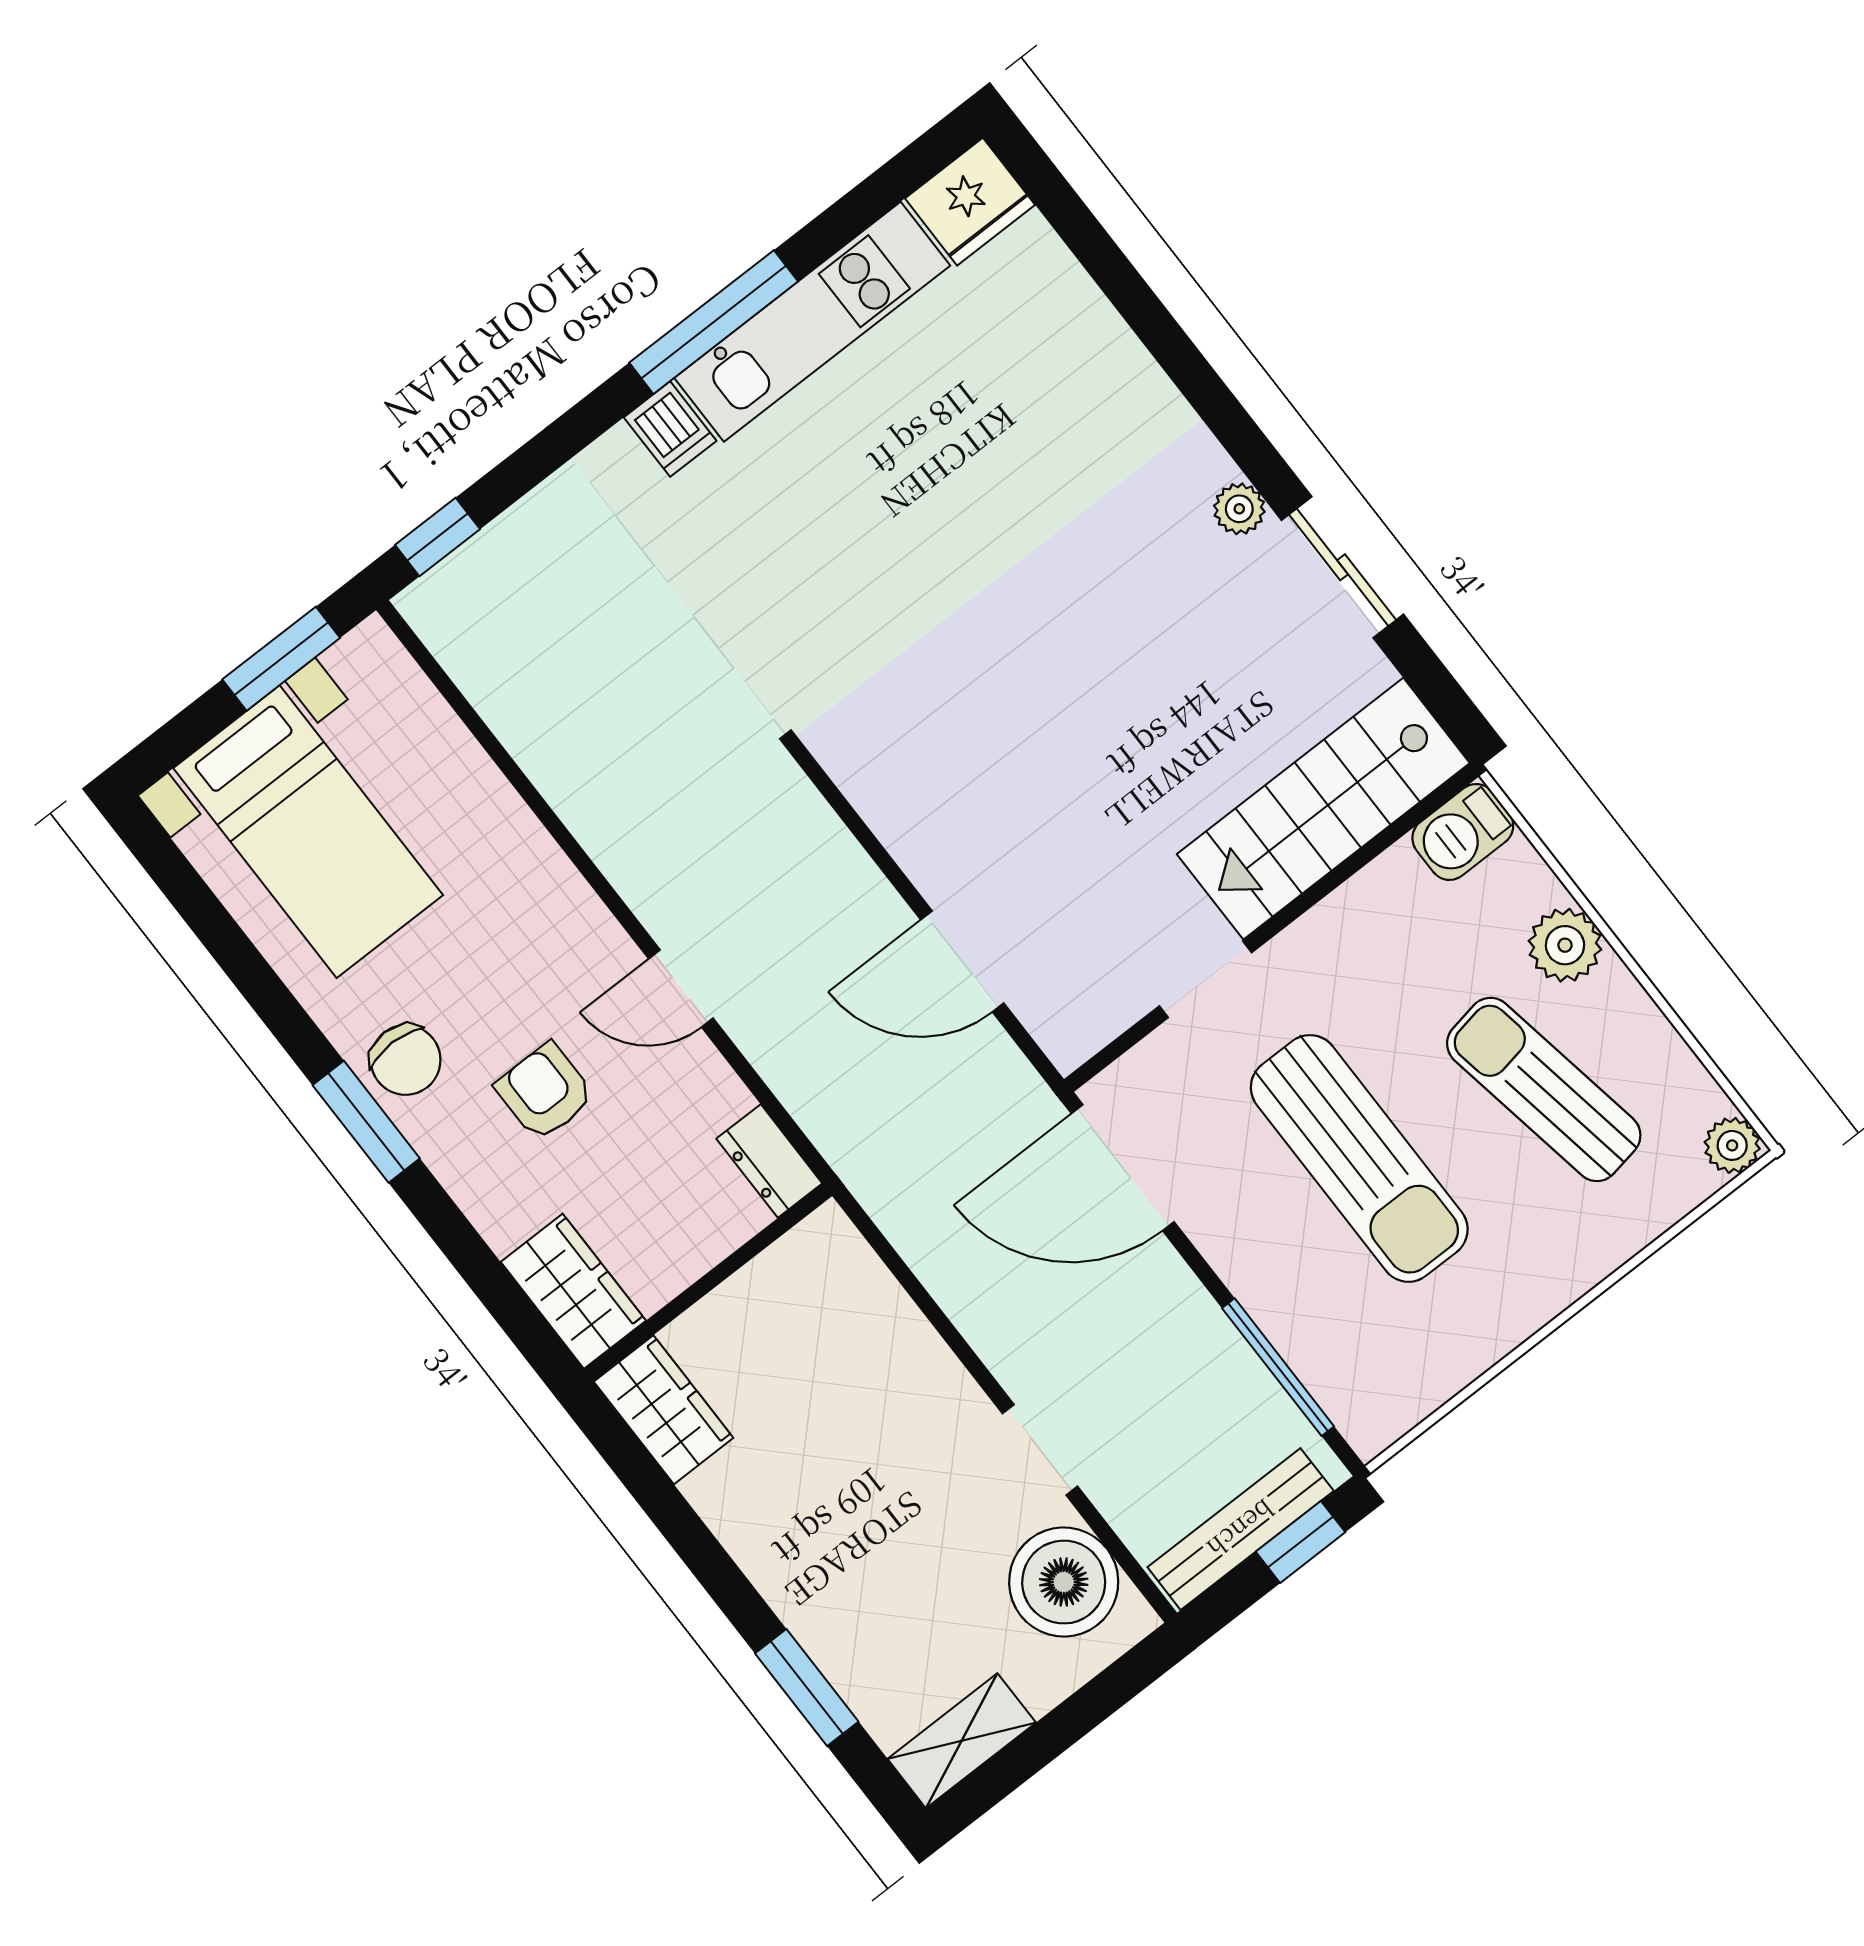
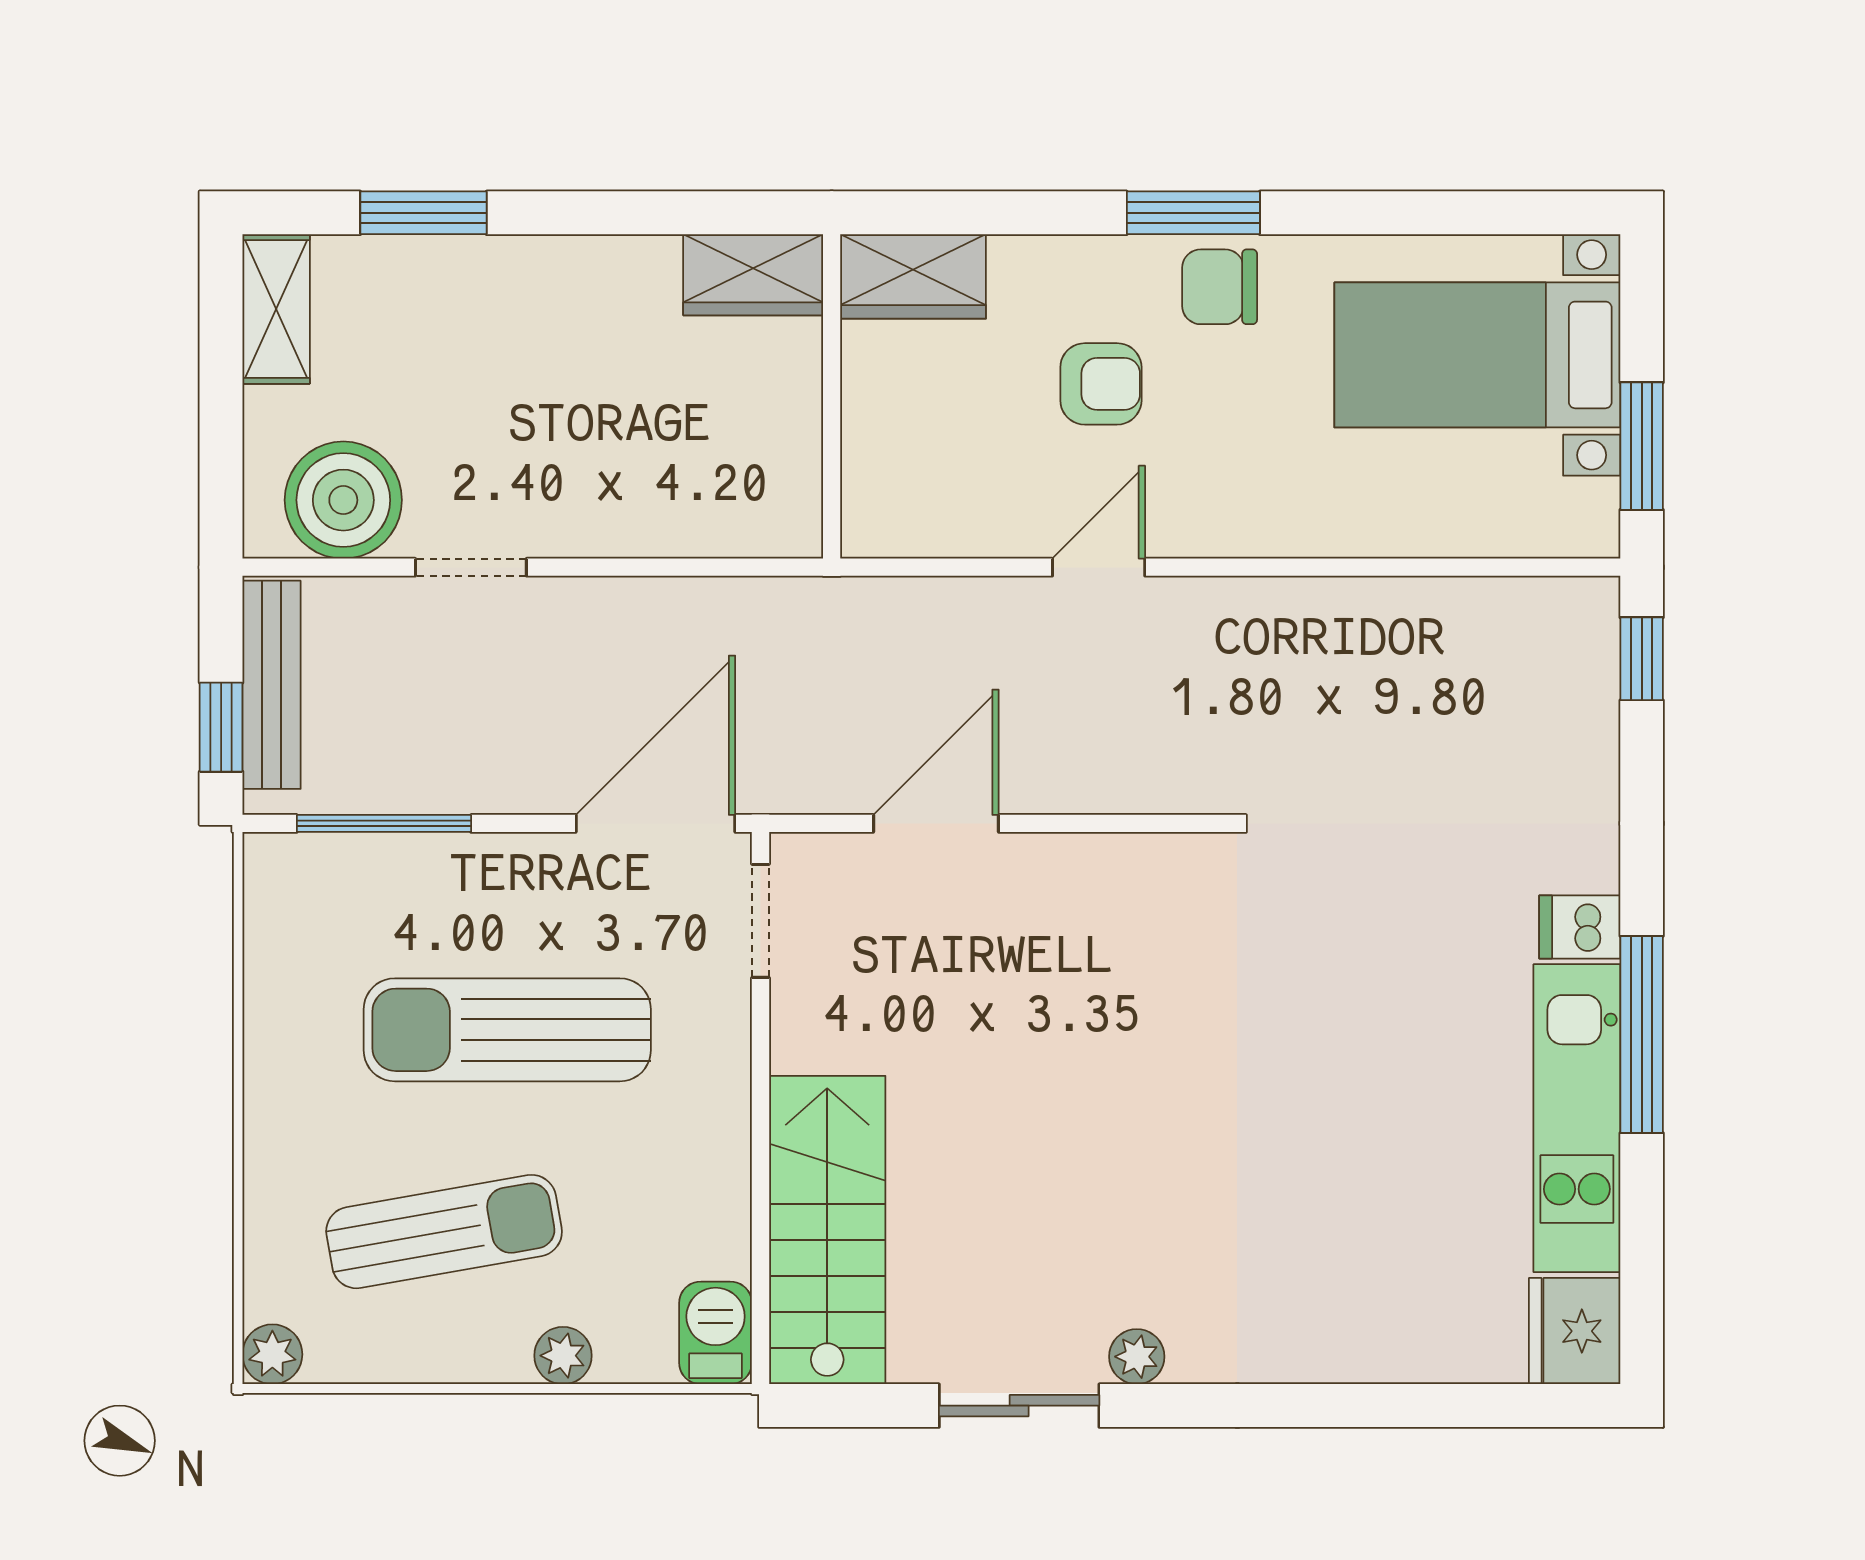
plant: (1565, 945) -> (563, 1356), width x0.73, depth x0.73
doorway: (1205, 979) -> (761, 921), moved
dresser: (769, 1161) -> (894, 528), removed

